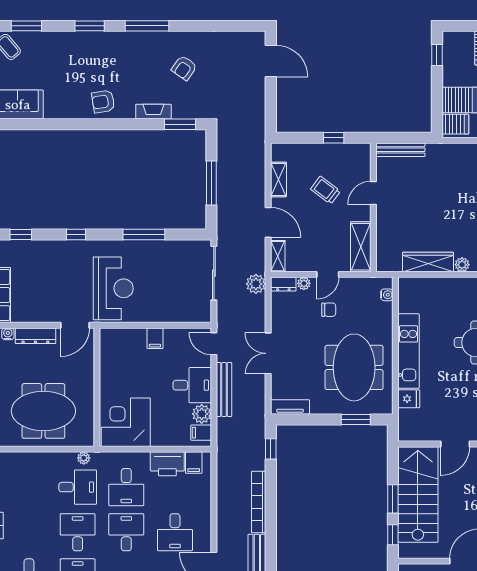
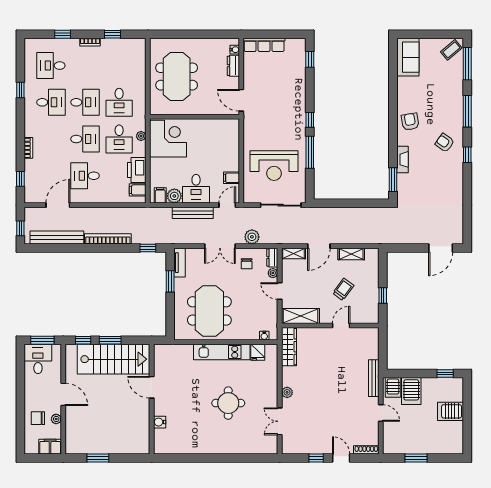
window: (26, 26) -> (467, 64), width x1.44
window: (90, 26) -> (467, 111), width x1.44
window: (147, 26) -> (467, 155), width x0.46
armchair: (184, 68) -> (445, 143), moved
bench: (400, 150) -> (374, 378), moved
window: (211, 183) -> (349, 203), removed
door: (373, 193) -> (341, 326), hinge flipped
window: (76, 235) -> (310, 120), moved
wardrobe: (428, 262) -> (289, 347), moved
plant: (256, 284) -> (252, 237), moved
reception desk: (113, 288) -> (274, 166), moved
chair: (329, 310) -> (247, 264), moved
dresser: (35, 336) -> (233, 66), width x0.70
filing cabinet: (155, 338) -> (231, 178), moved
double door: (268, 353) -> (220, 246), swing flipped
meeting table: (354, 367) -> (209, 311), turned 90
fridge: (409, 399) -> (258, 352), moved
window: (356, 419) -> (170, 281), moved
plant: (84, 458) -> (141, 136), moved
desk: (126, 487) -> (119, 139), turned -90

